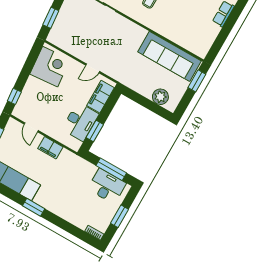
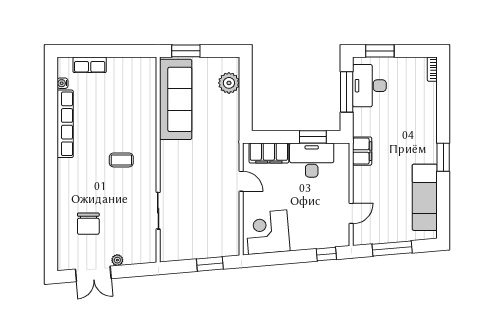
filing cabinet: (50, 148) -> (362, 151), moved
window: (119, 216) -> (380, 51), moved

